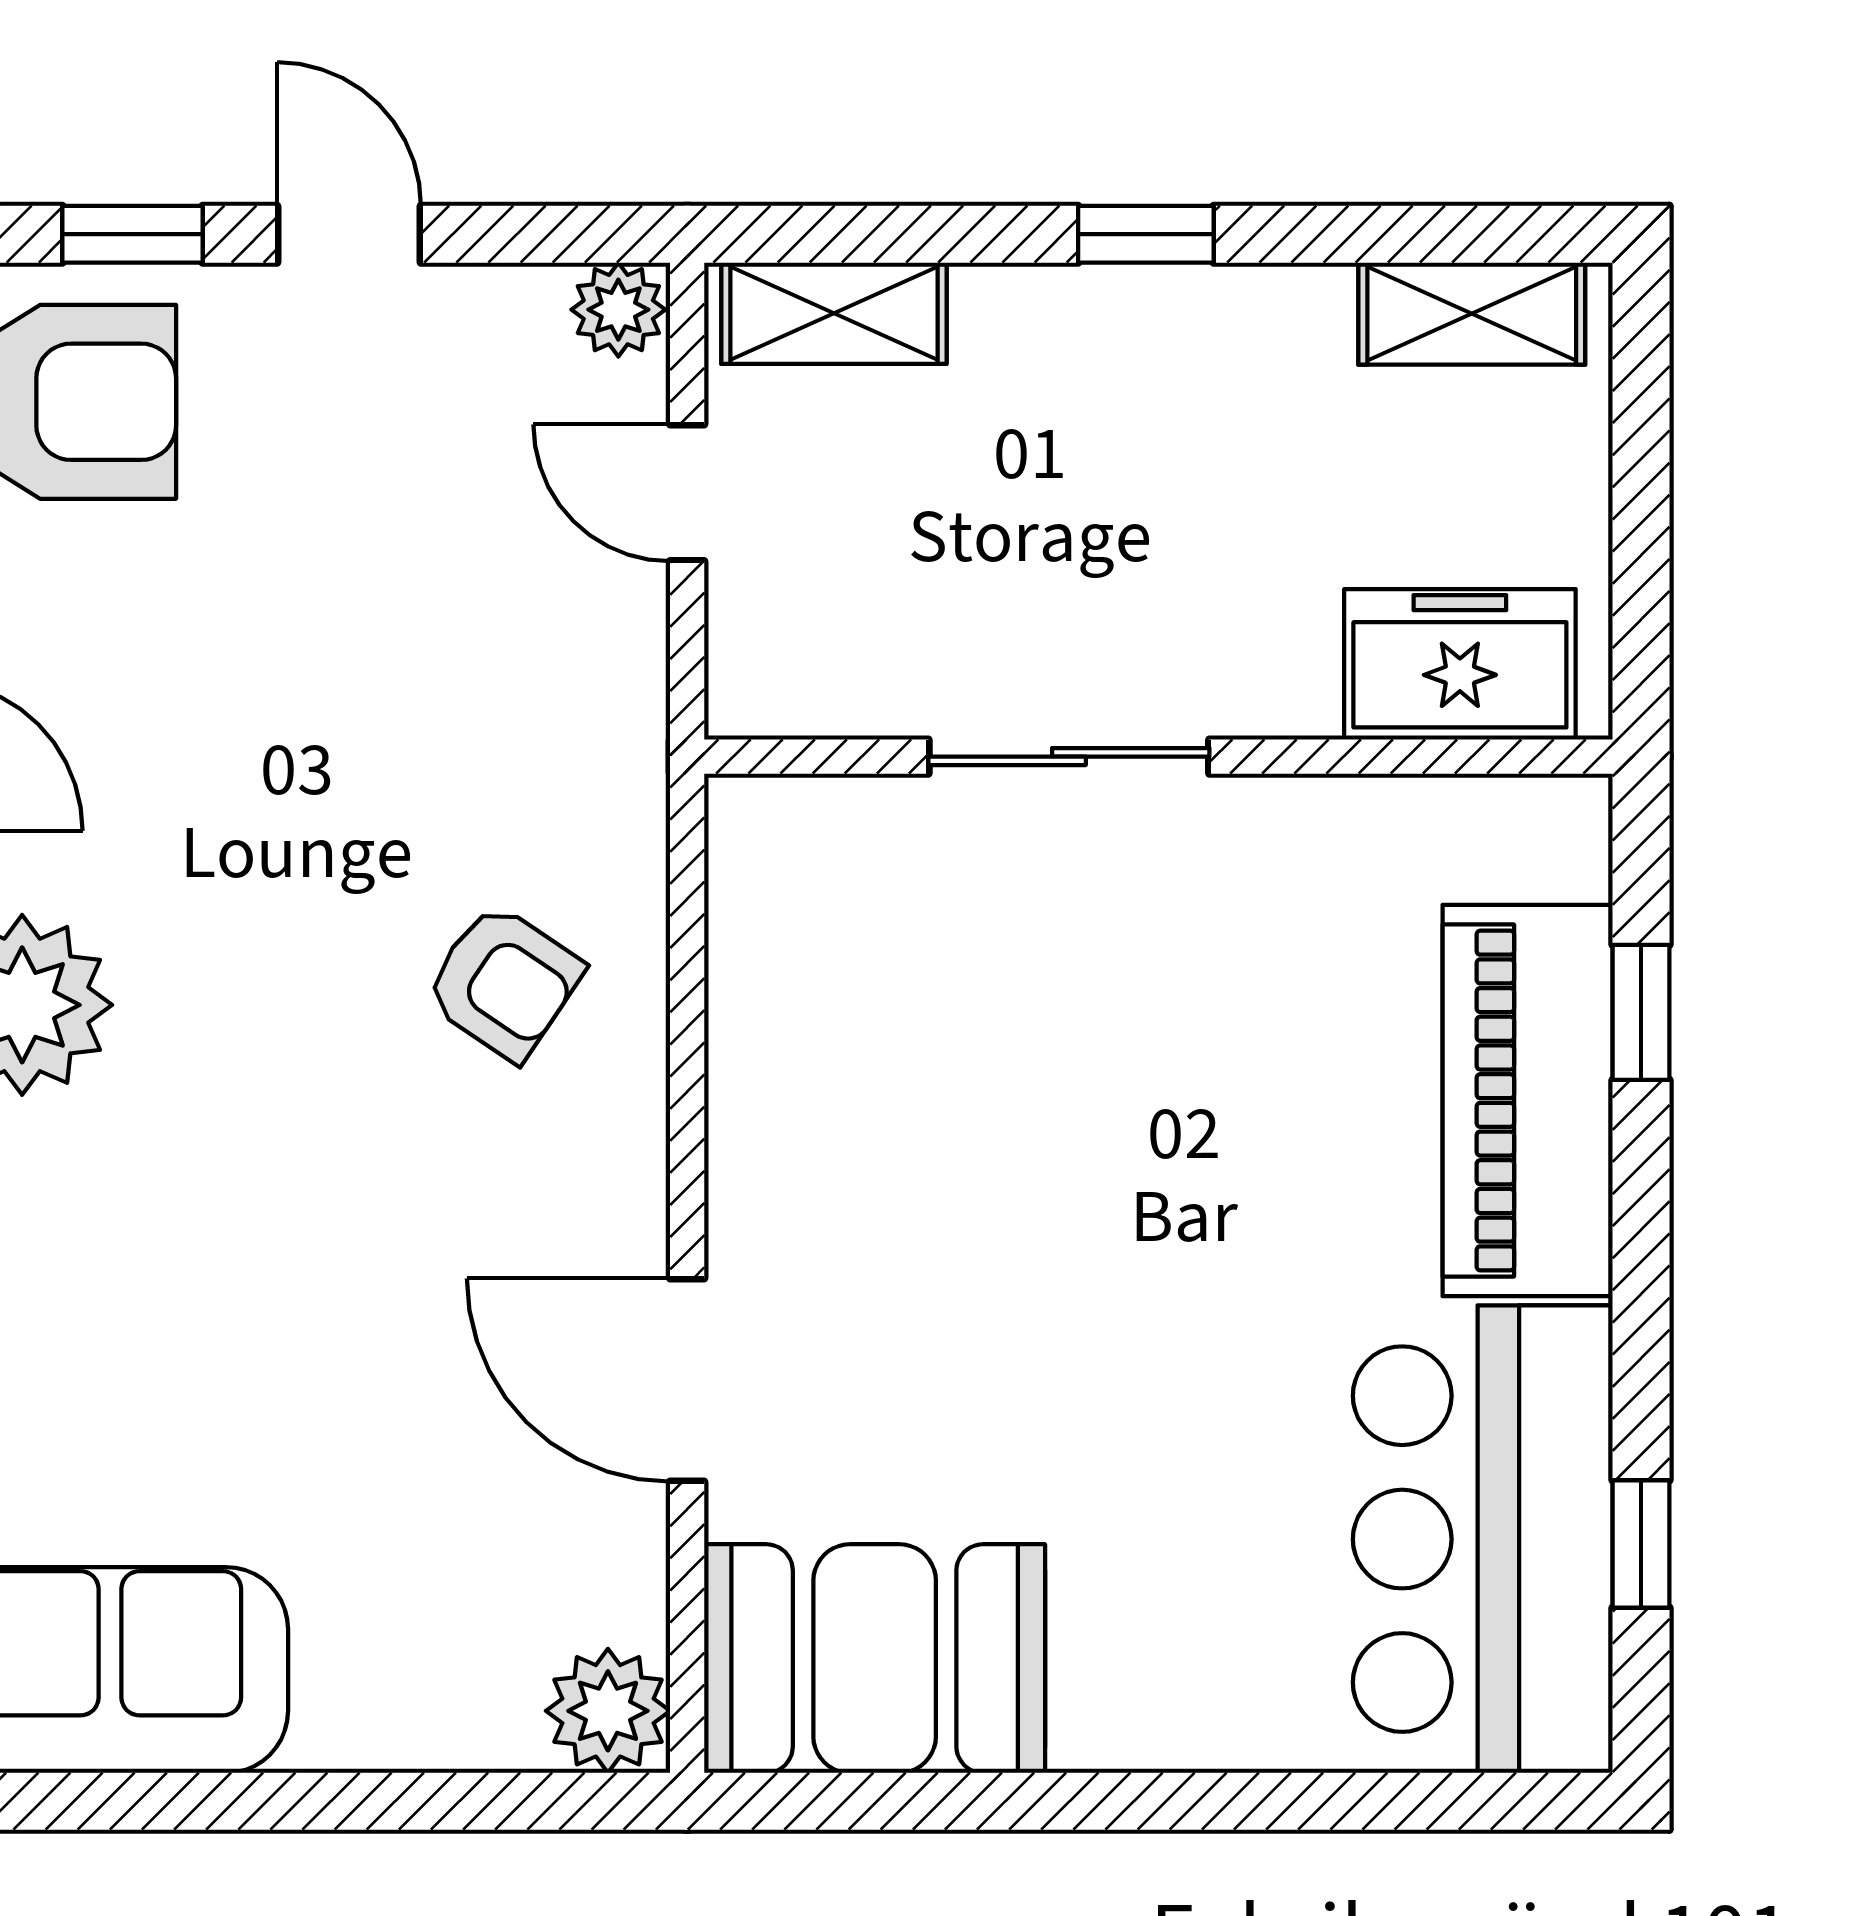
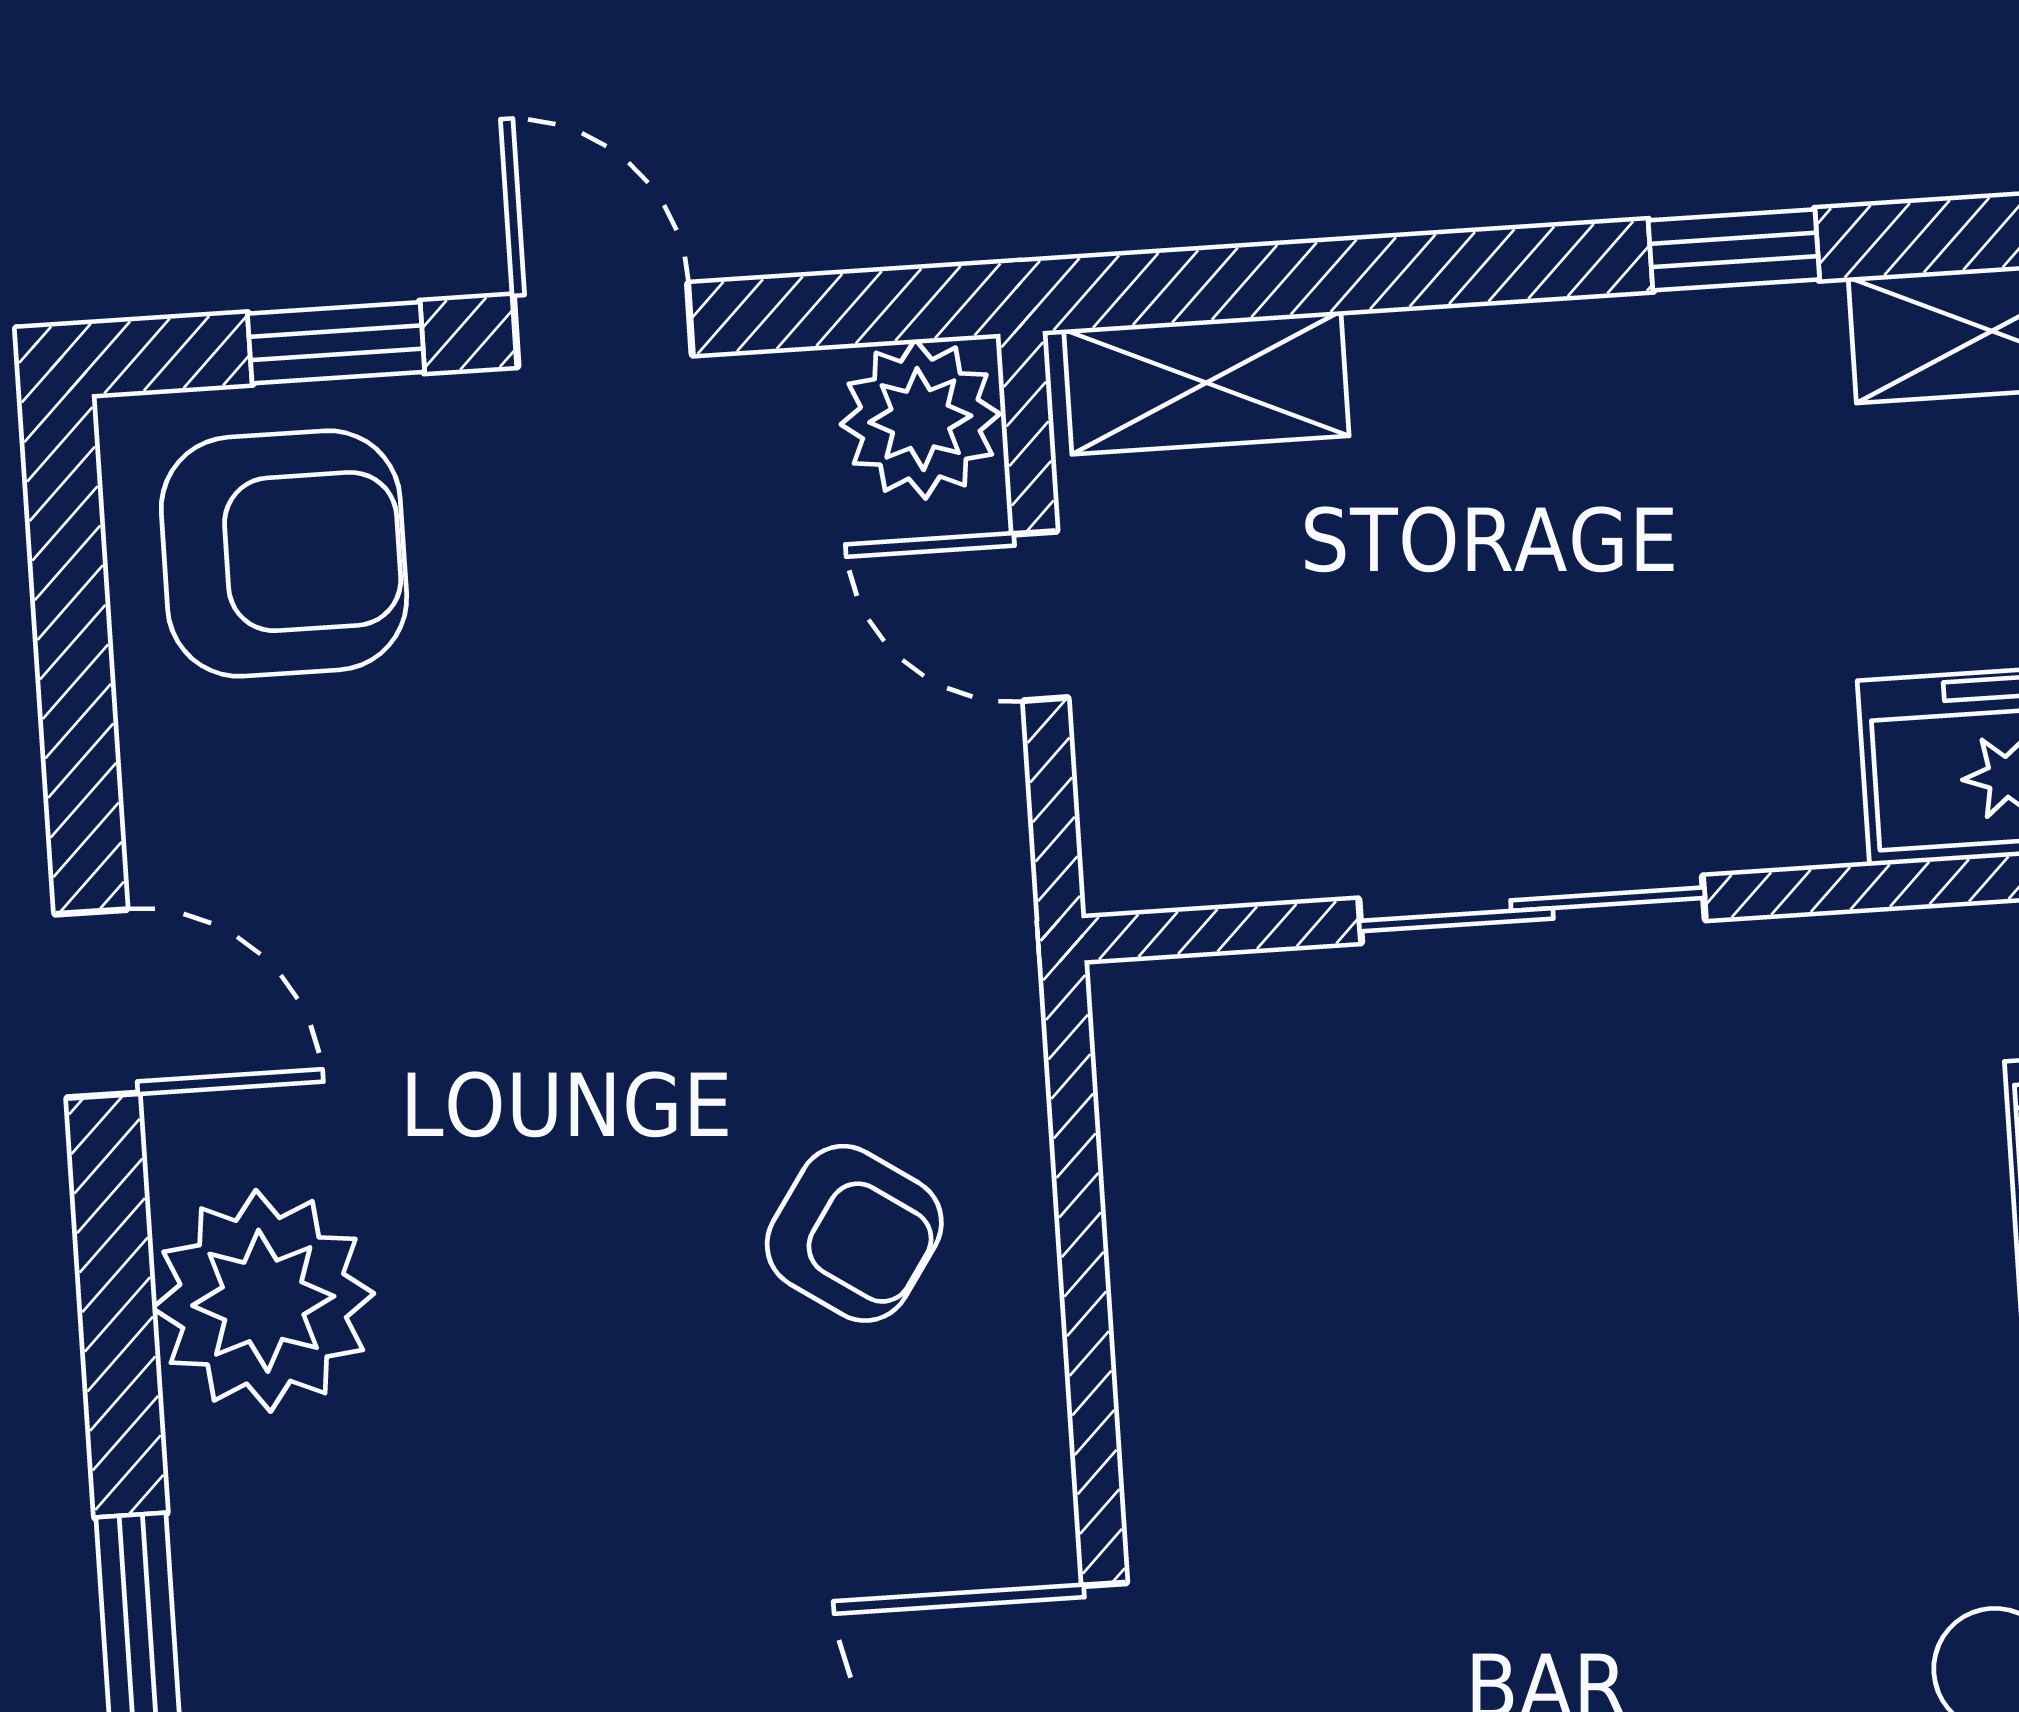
window: (1146, 234) -> (1734, 250), moved
plant: (618, 310) -> (920, 419), width x1.38, depth x1.38

